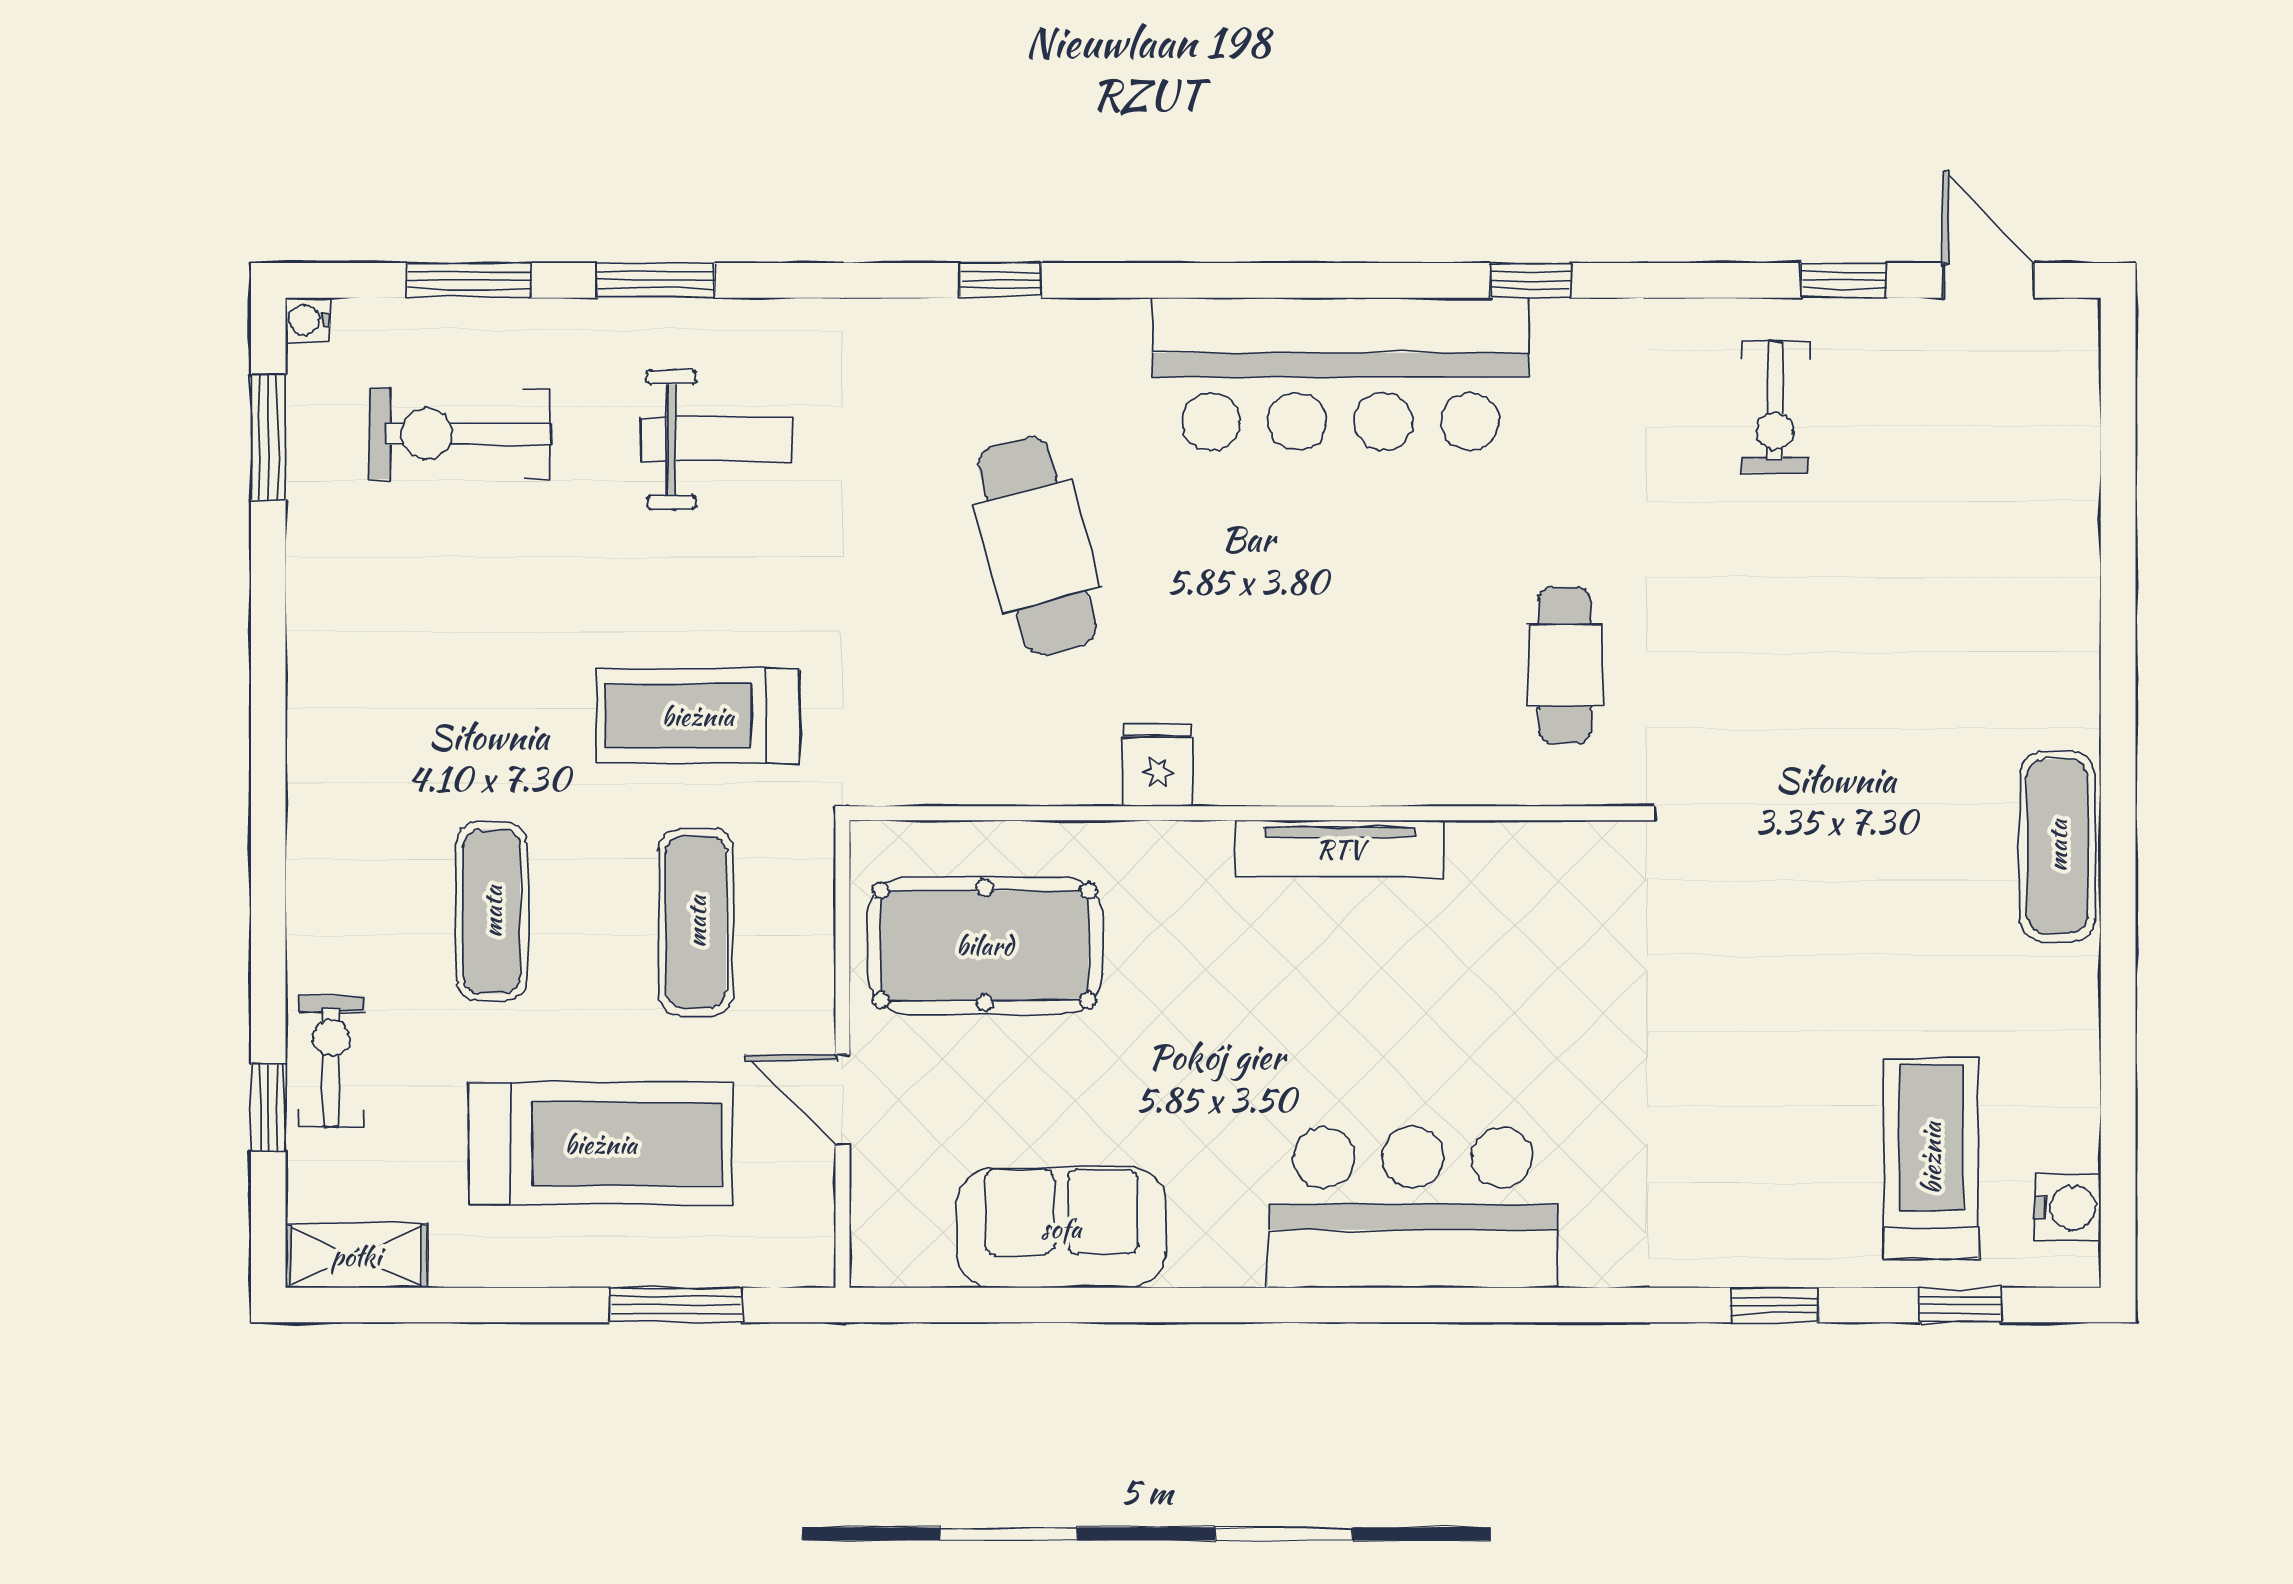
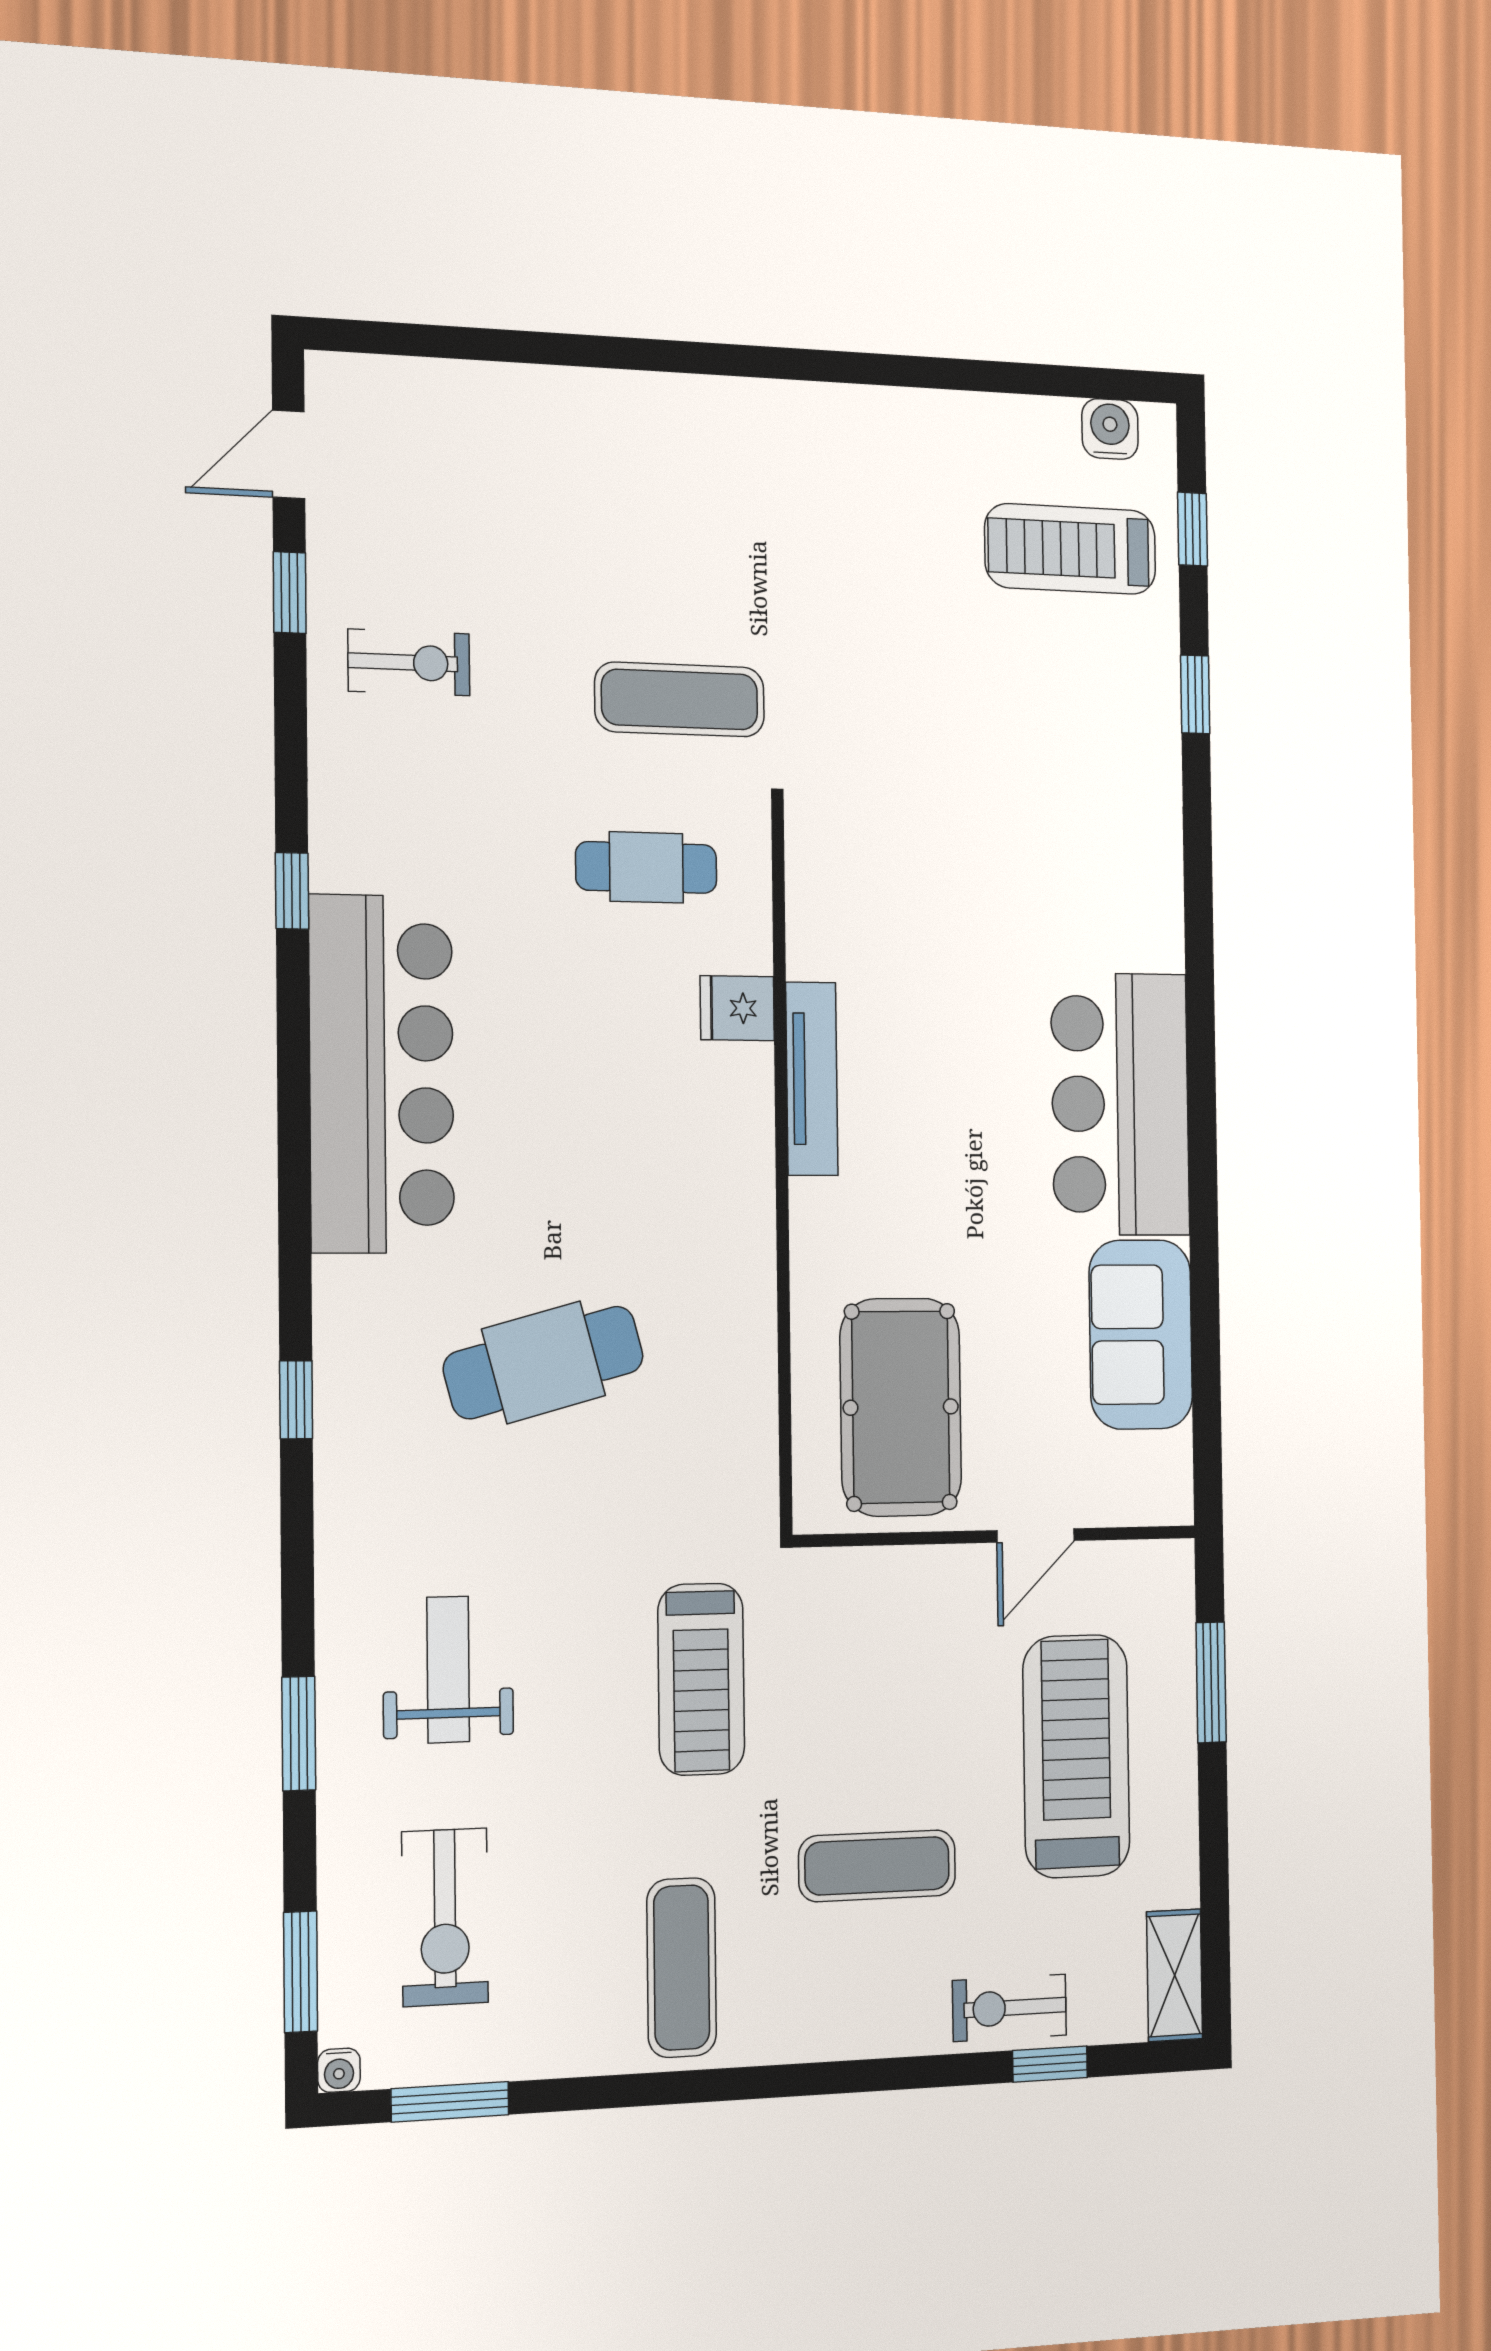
window: (469, 280) -> (301, 1972), moved
fridge: (1158, 765) -> (737, 1008), moved
exercise mat: (2057, 846) -> (680, 699), moved
exercise mat: (696, 922) -> (682, 1968), moved, turned 90
bar counter: (1413, 1207) -> (1120, 1104), moved

